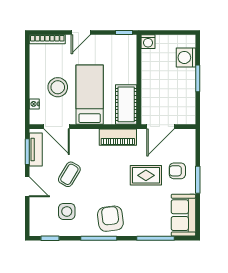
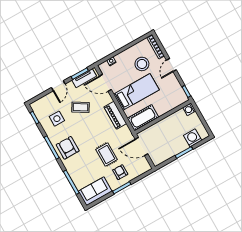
door: (81, 33) -> (171, 65), hinge flipped
stool: (58, 87) -> (142, 64), moved
door: (57, 127) -> (105, 83), hinge flipped
piano: (118, 137) -> (115, 115), moved
armchair: (110, 219) -> (68, 148), turned -83

